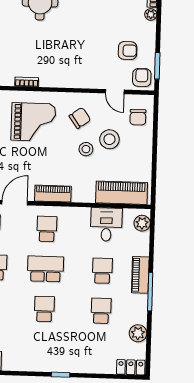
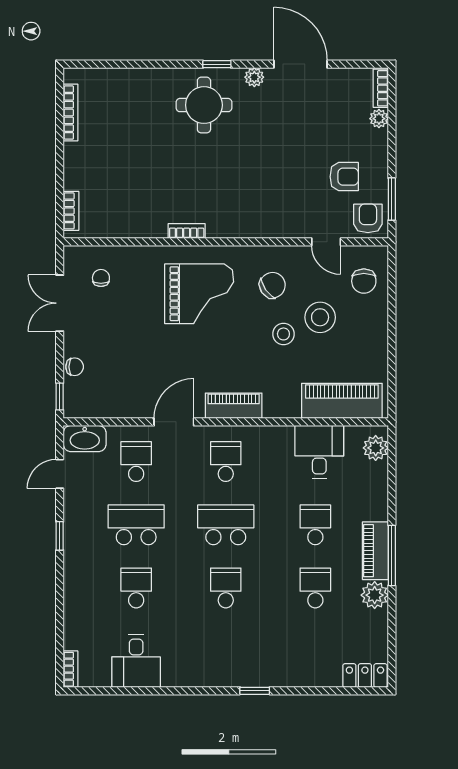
piano: (140, 275) -> (375, 551), moved
plant: (138, 333) -> (375, 595), moved

